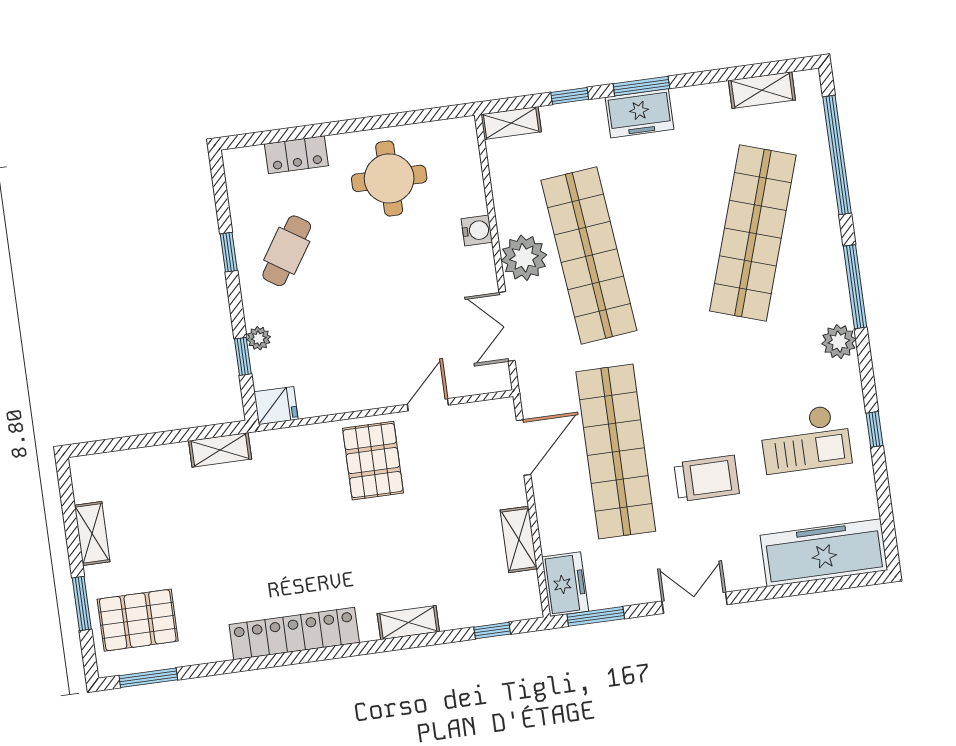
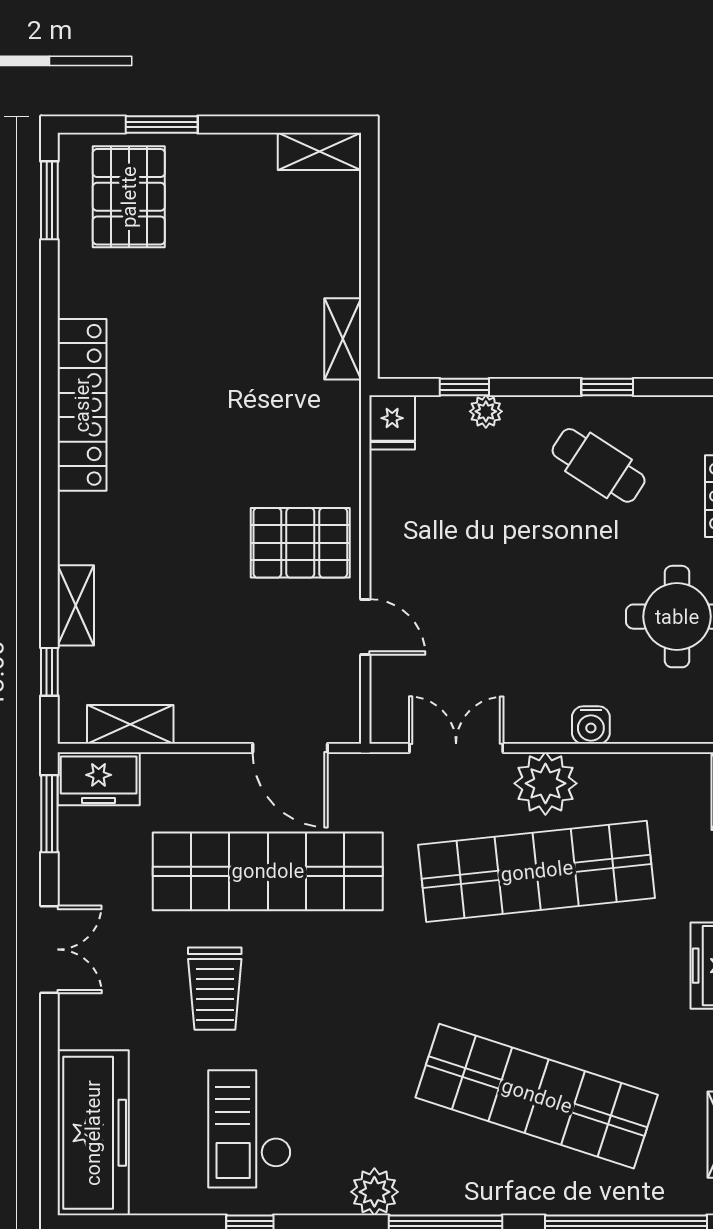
shelving: (92, 533) -> (320, 151), moved
shelving: (519, 539) -> (130, 724), moved
shelving: (408, 623) -> (76, 605), moved

